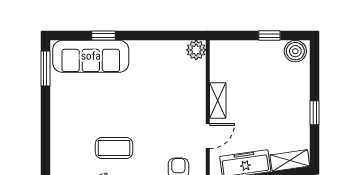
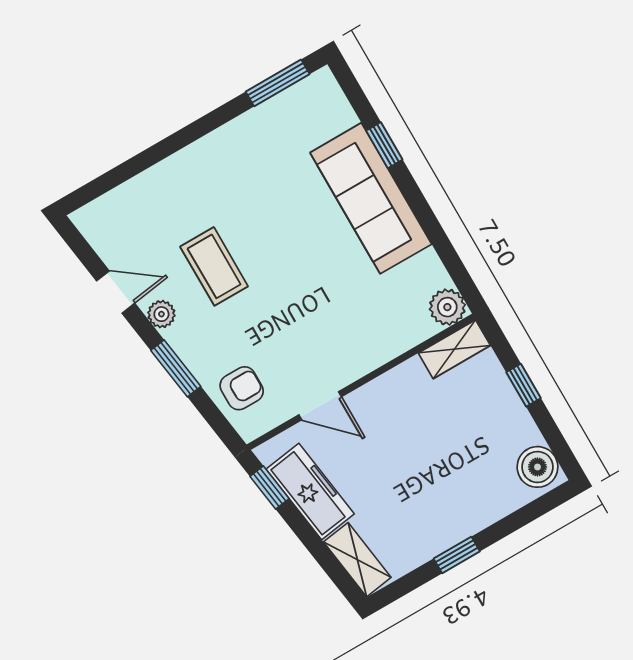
window: (269, 36) -> (523, 385), moved
sofa: (91, 56) -> (371, 198), moved
shelving: (218, 101) -> (454, 349), moved

